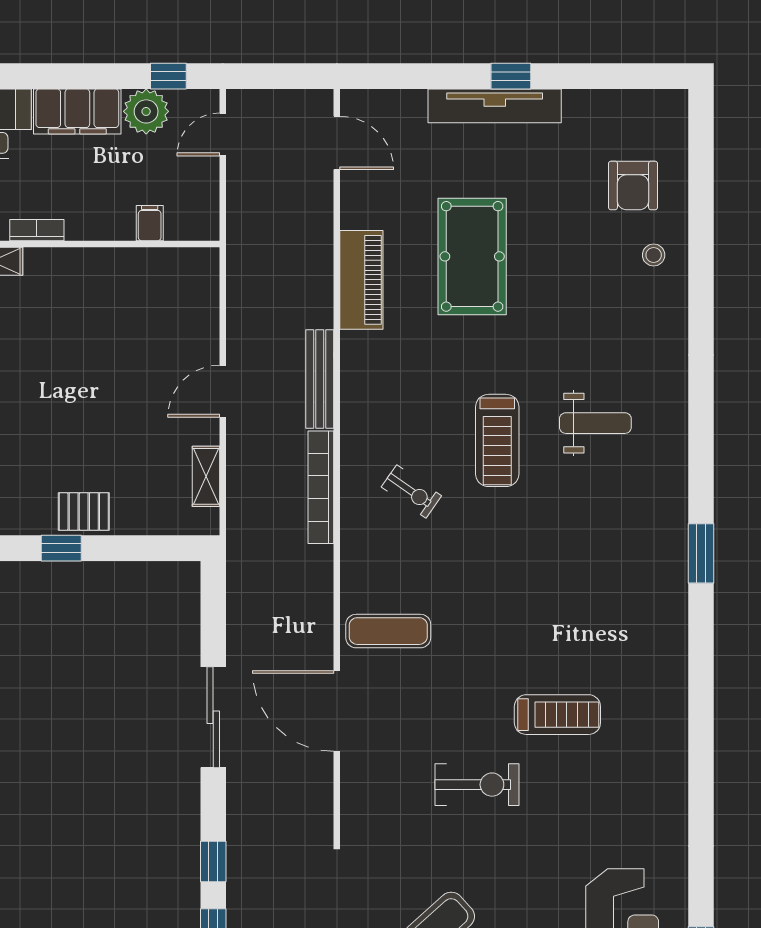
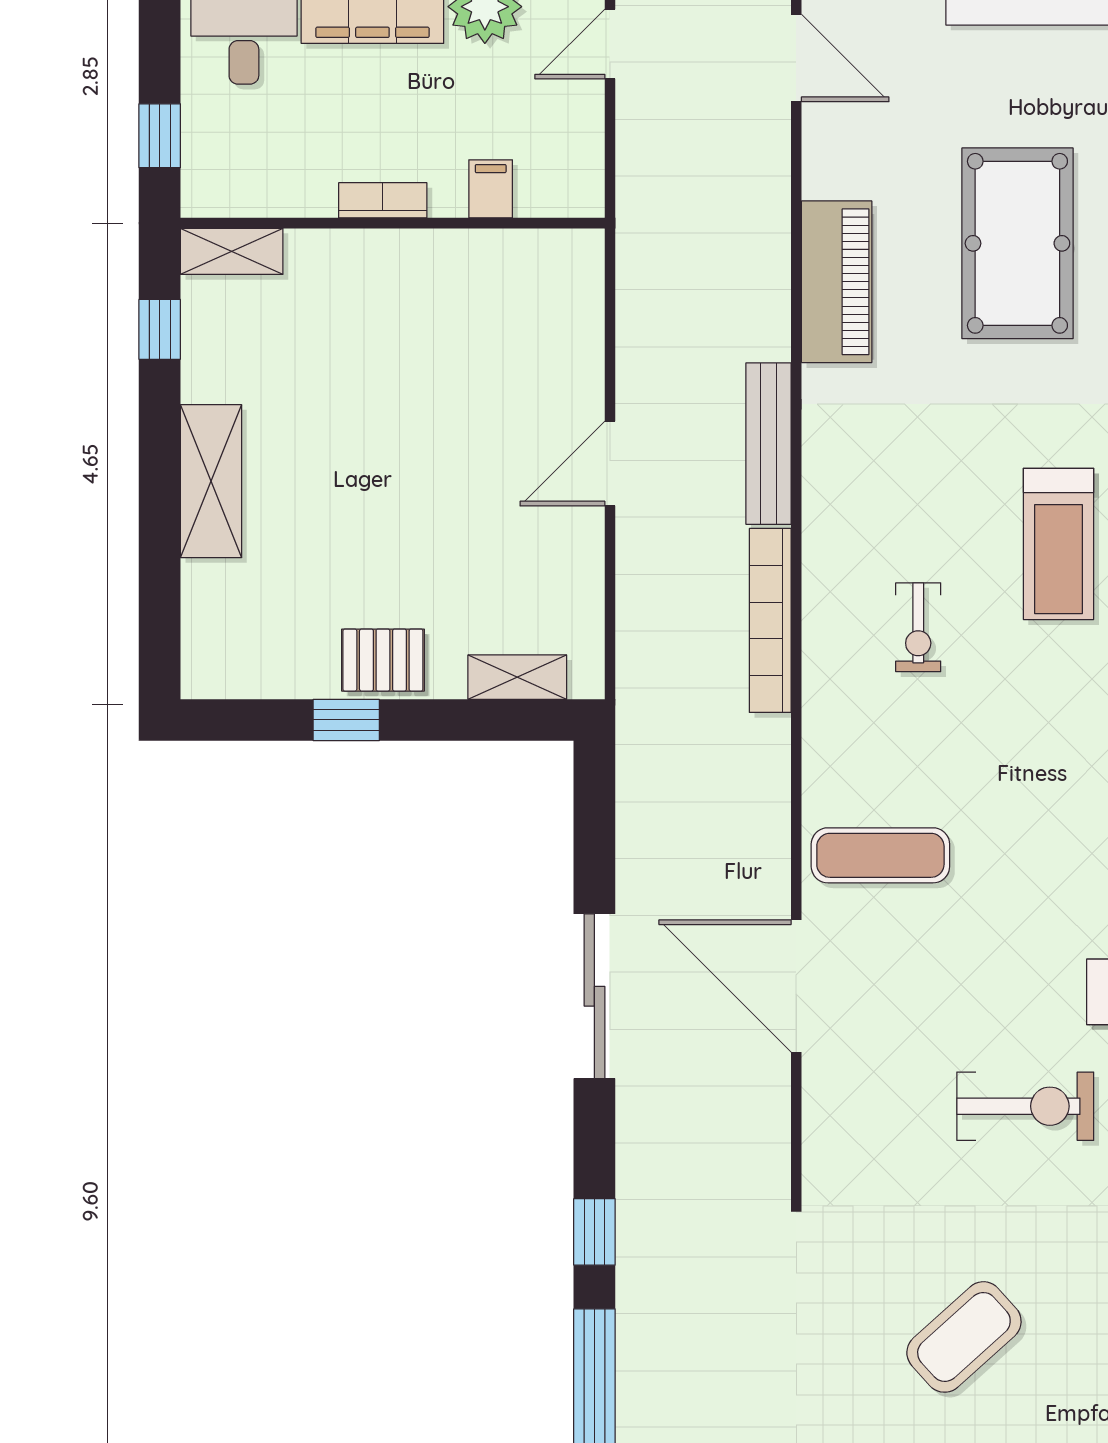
bookcase: (37, 230) -> (383, 200), moved
shelving: (206, 476) -> (517, 677), moved, turned 90
exercise bike: (411, 491) -> (918, 627), turned 55

